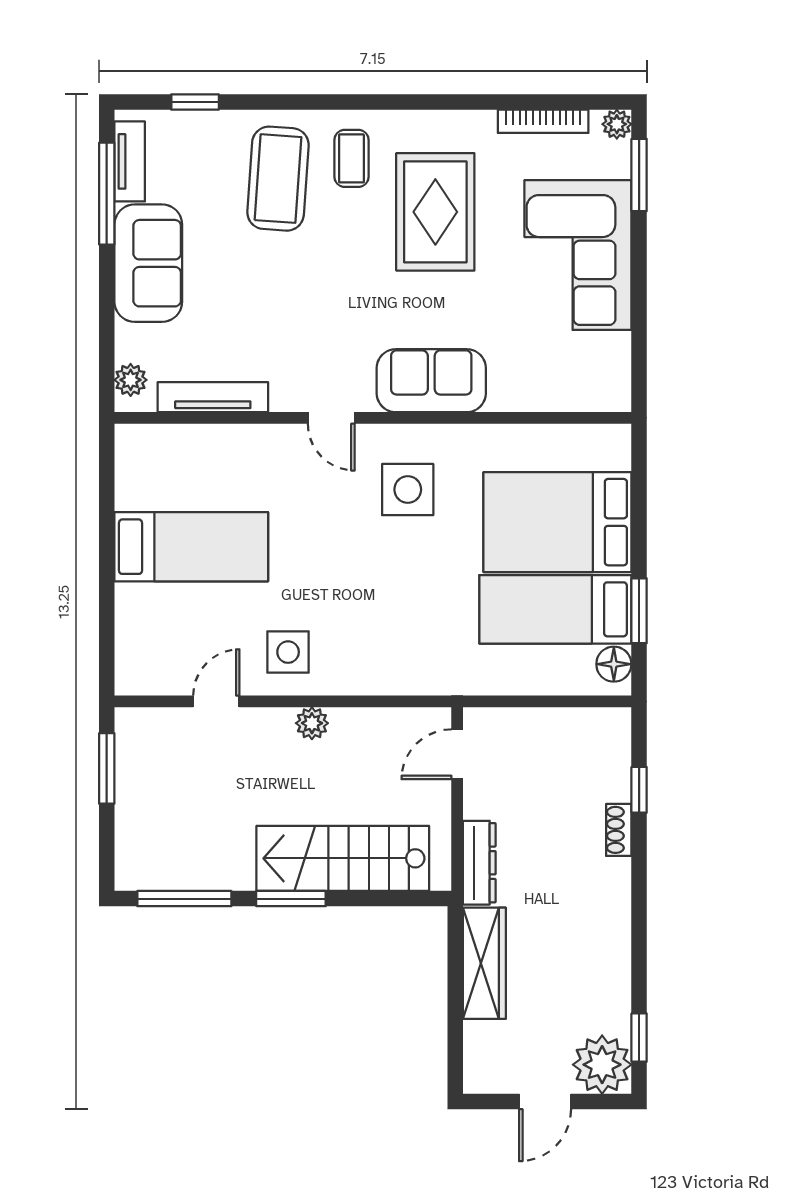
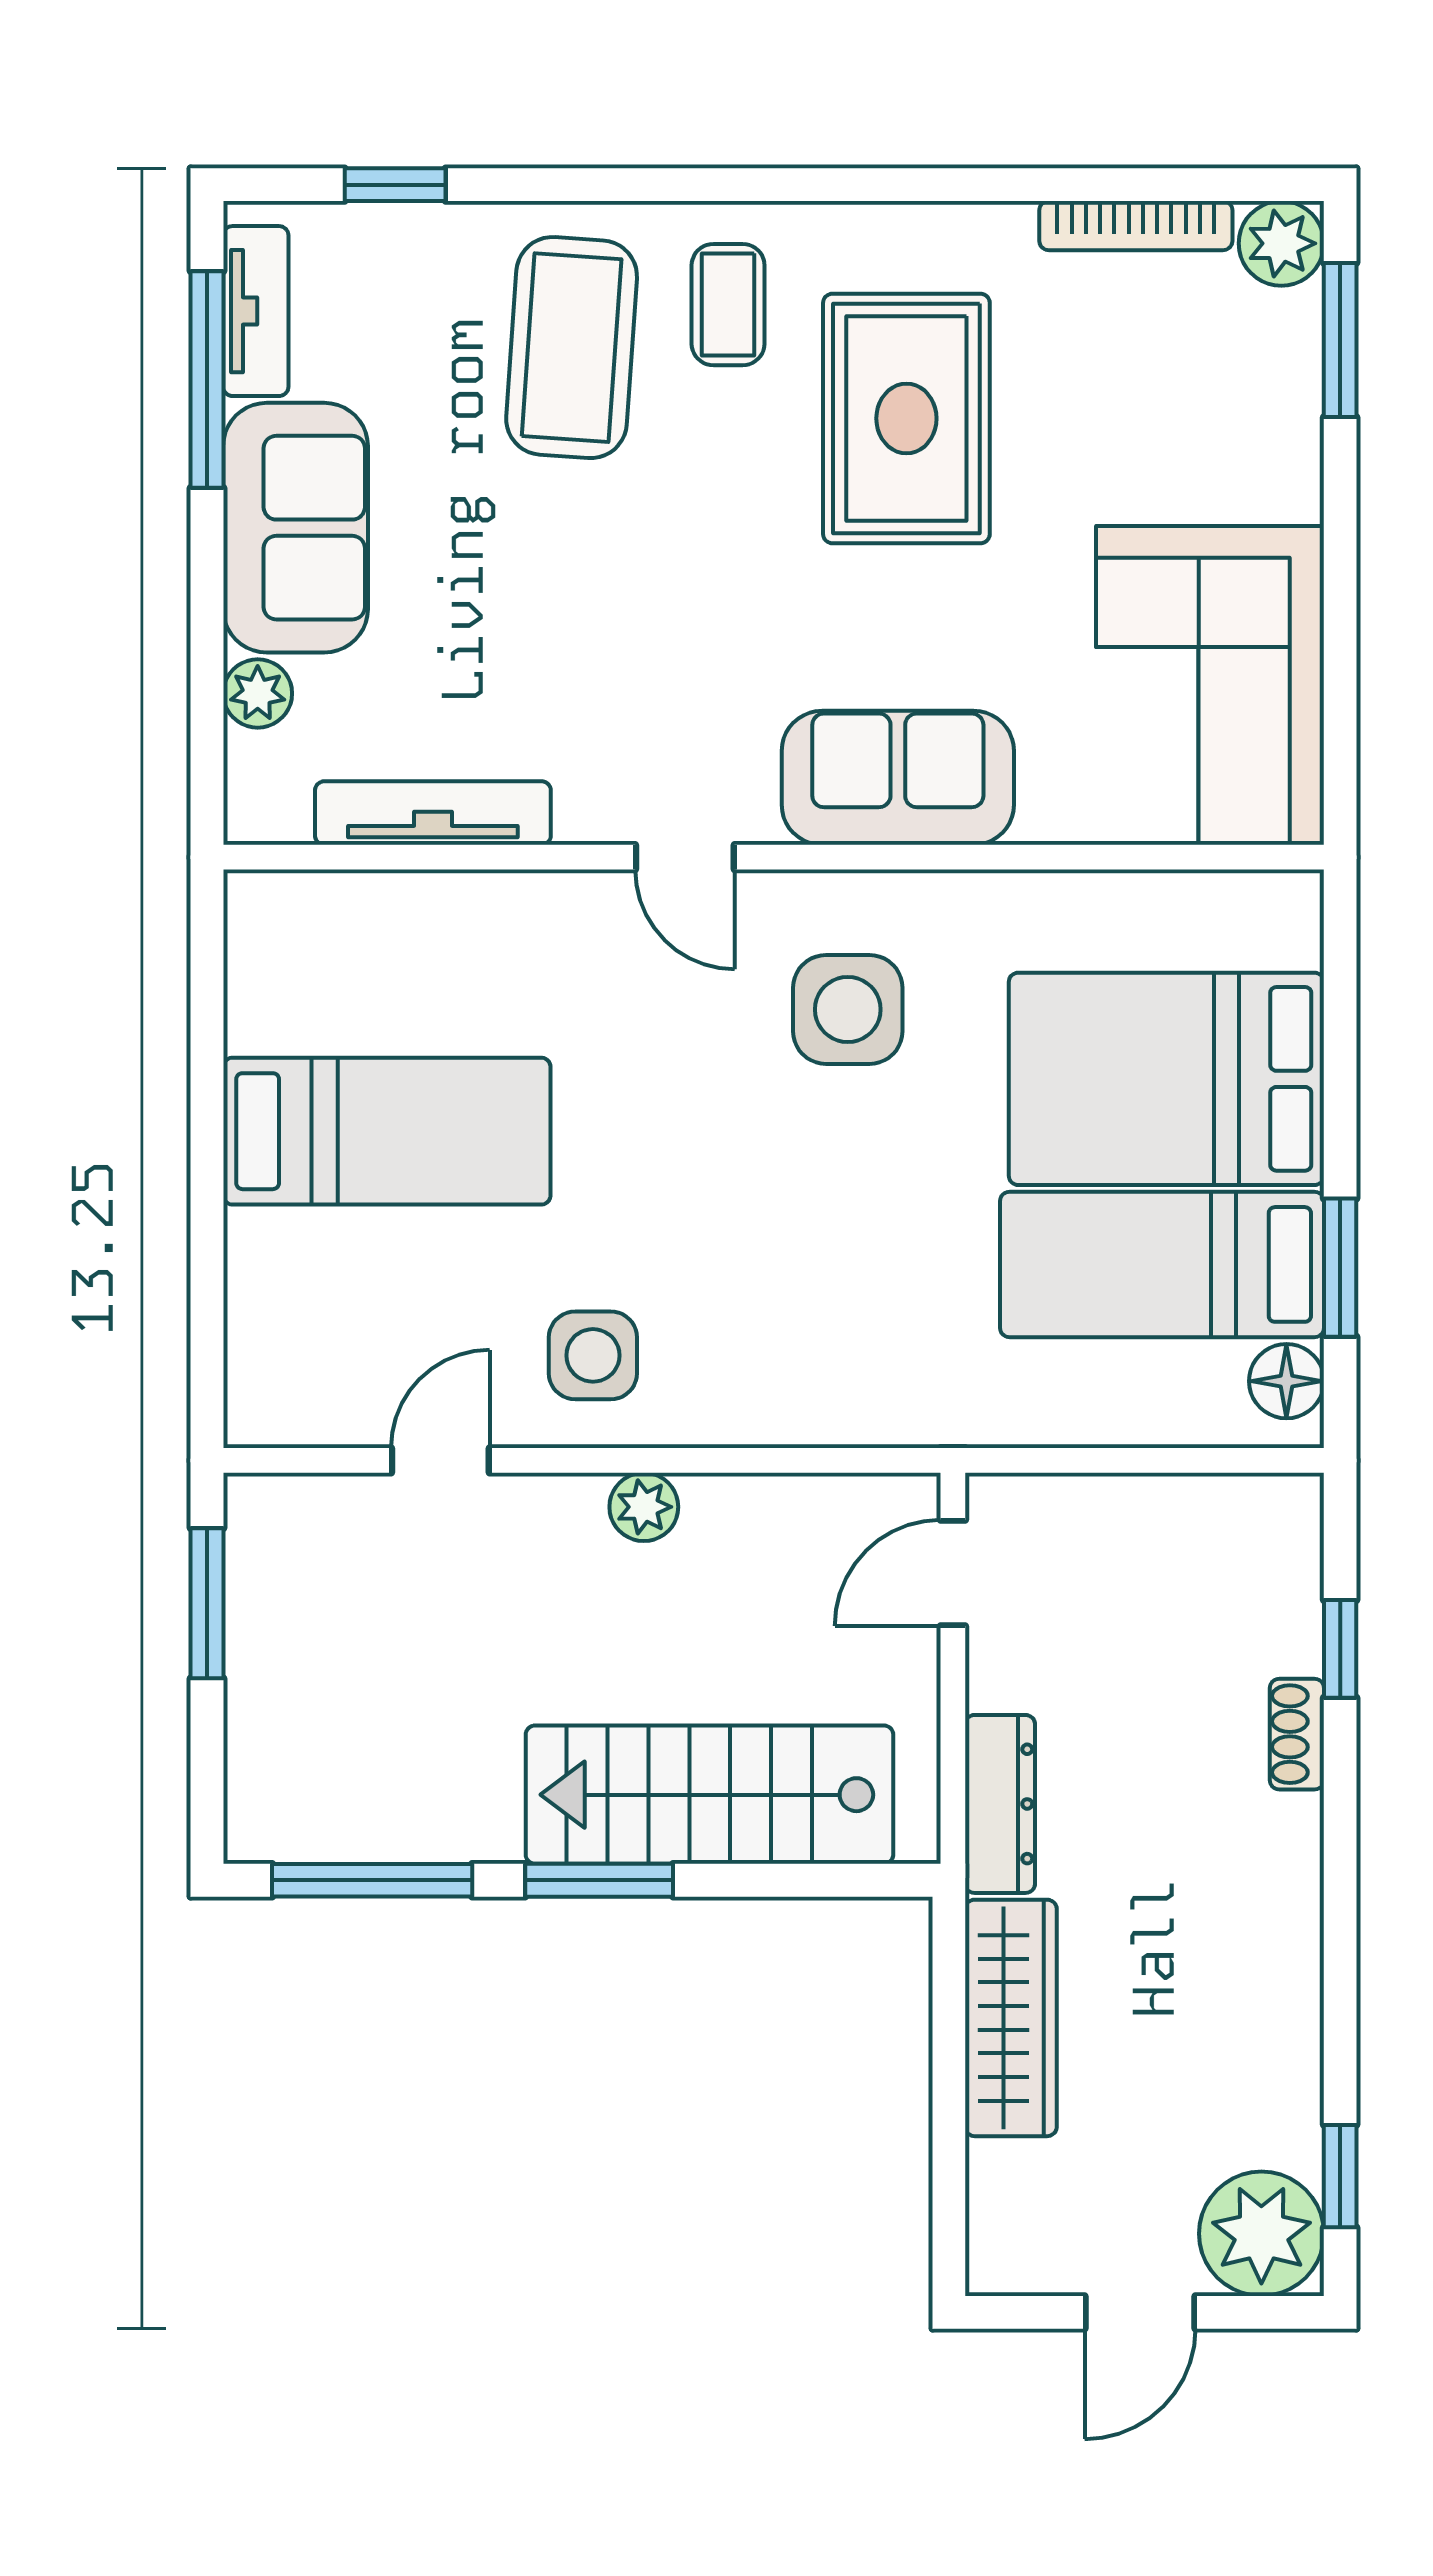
plant: (617, 124) -> (1281, 243), width x1.38, depth x1.38
corner sofa: (578, 255) -> (1210, 685), moved
plant: (131, 380) -> (258, 693), moved

